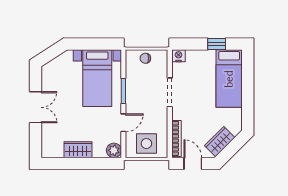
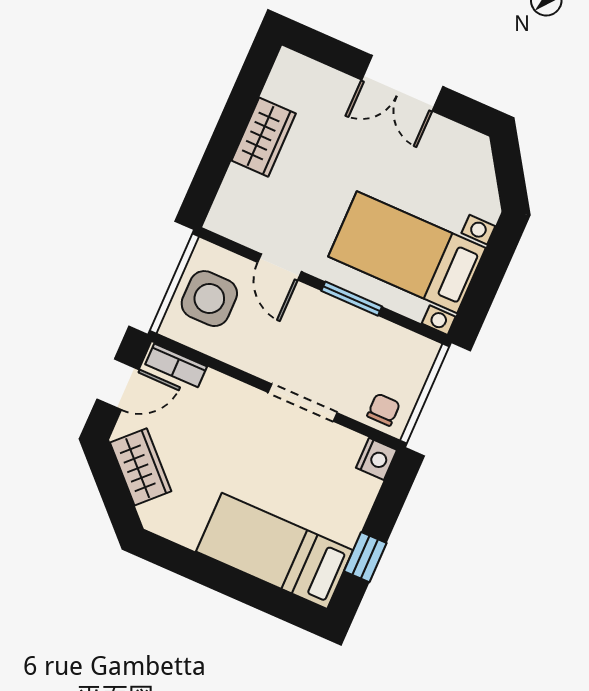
chair: (145, 58) -> (384, 410), moved
bookcase: (176, 138) -> (176, 365), width x0.64
plant: (114, 150) -> (226, 218), removed

